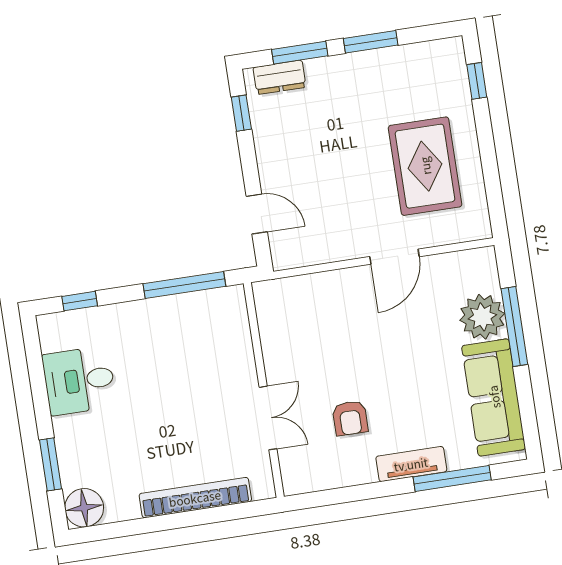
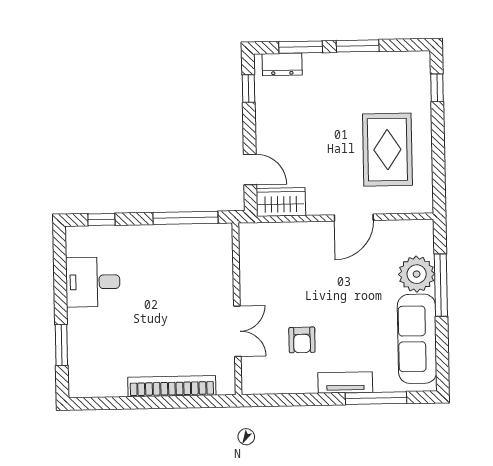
wardrobe: (301, 249) -> (281, 202), added
floor lamp: (84, 508) -> (83, 383), removed

